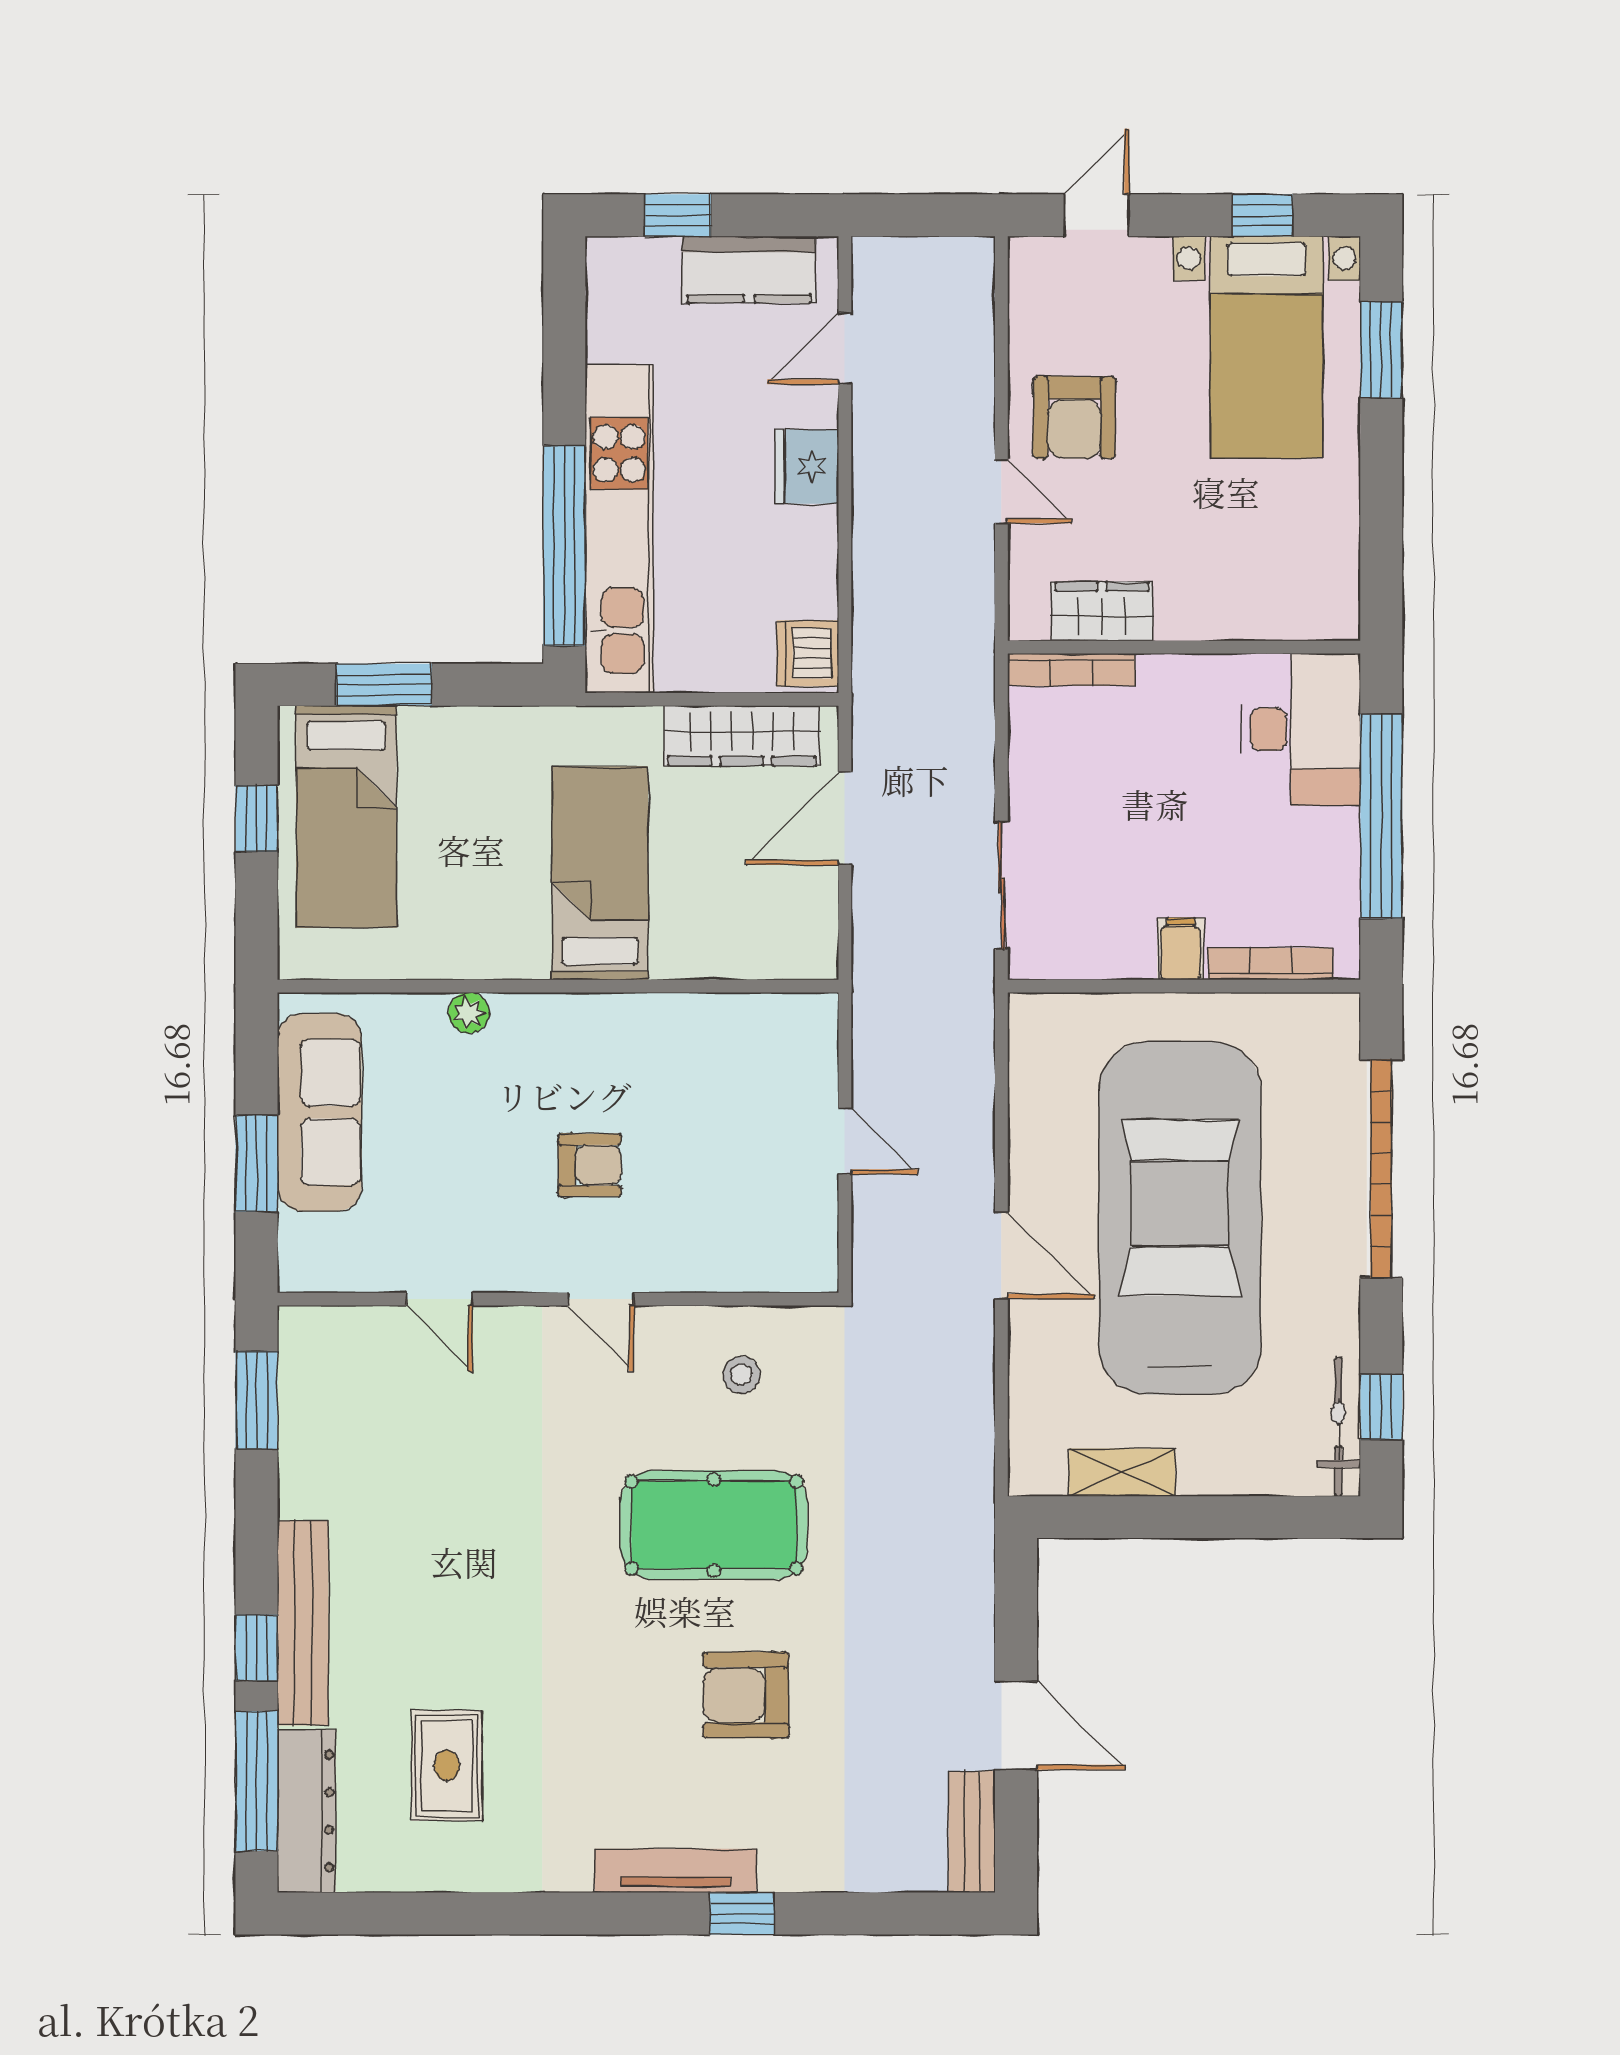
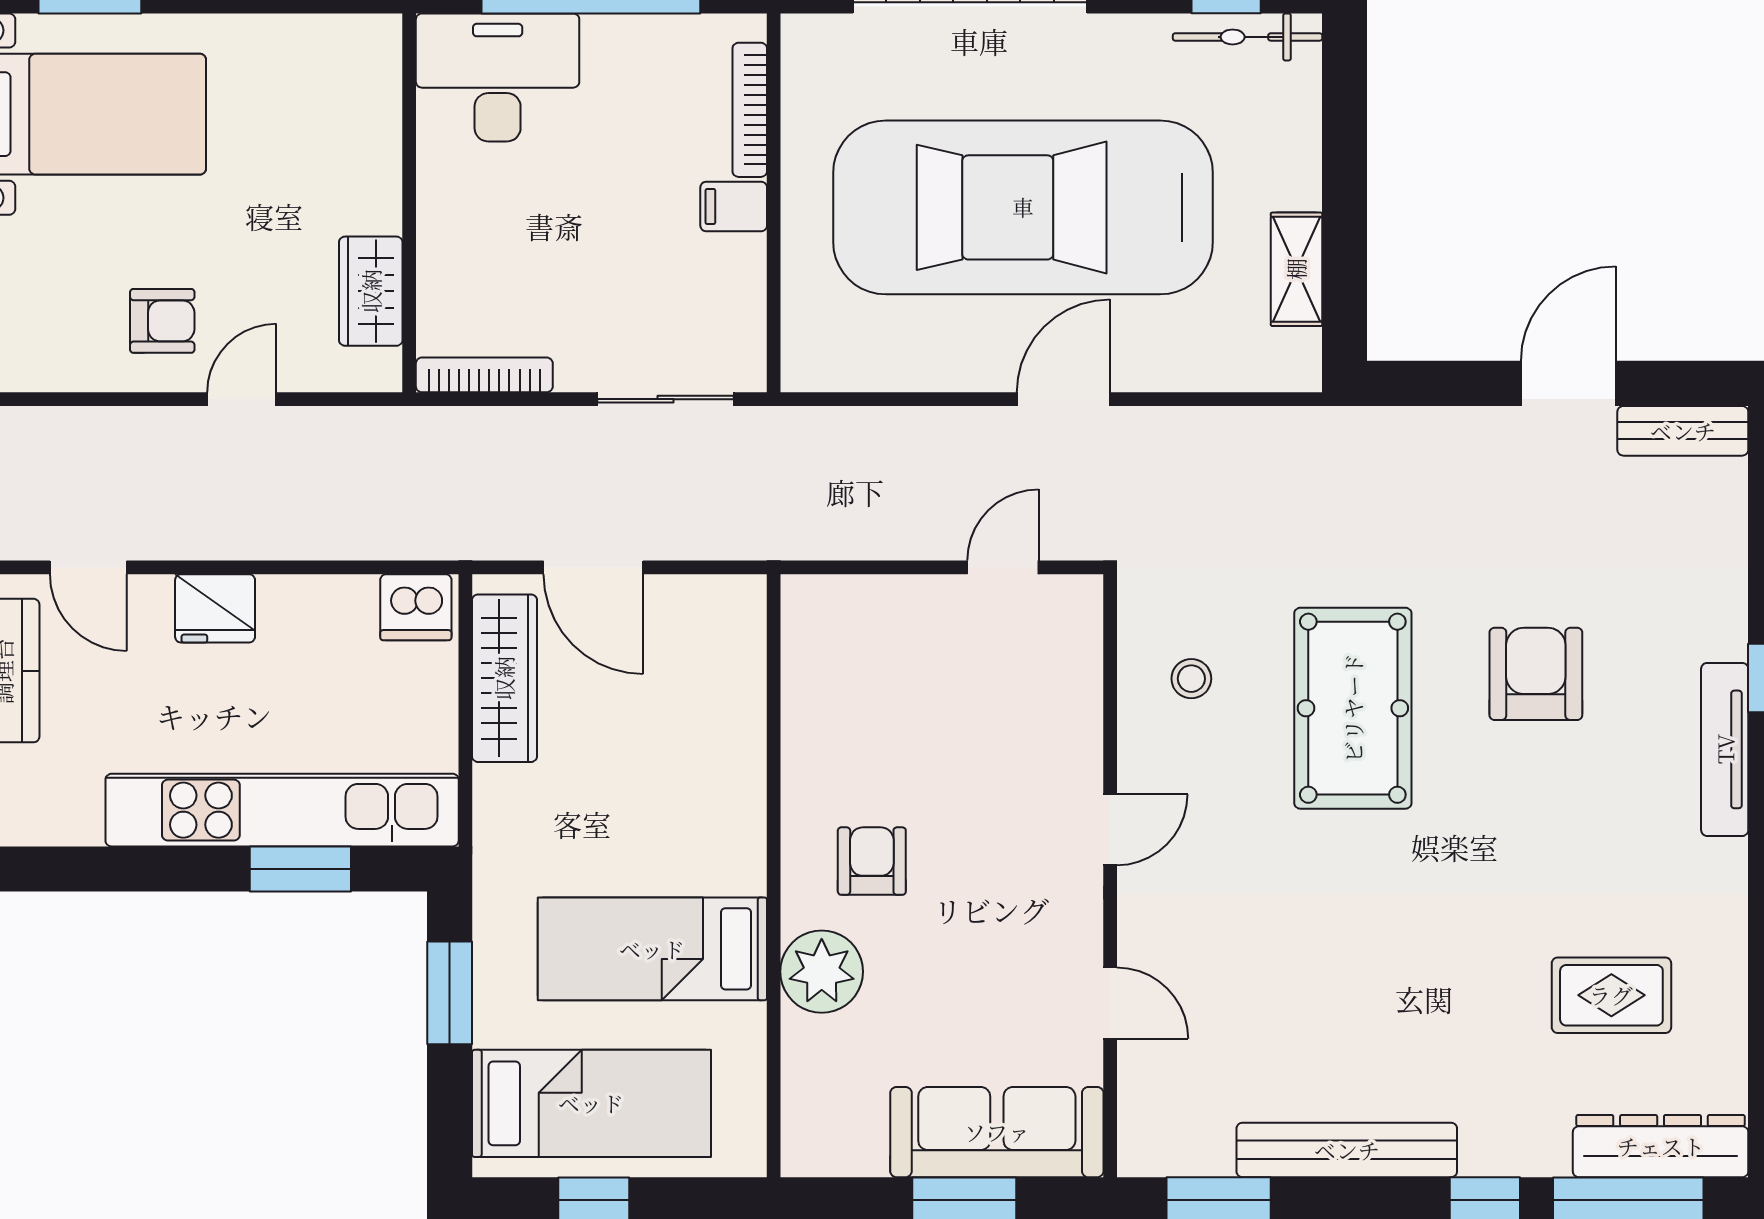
armchair: (1074, 417) -> (162, 321), width x0.72, depth x0.72
window: (564, 546) -> (300, 869), width x0.47
bookcase: (1071, 670) -> (484, 375), moved, turned -90
window: (384, 685) -> (450, 993), moved
bed: (600, 873) -> (652, 949), moved
plant: (469, 1013) -> (822, 972), width x1.87, depth x1.87
sofa: (320, 1112) -> (997, 1132), moved
door: (845, 1141) -> (1003, 567), moved
armchair: (590, 1165) -> (872, 861), moved
door: (440, 1299) -> (1110, 1003), hinge flipped
bench: (303, 1623) -> (1347, 1150), moved
armchair: (746, 1695) -> (1536, 674), turned 180

